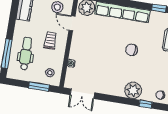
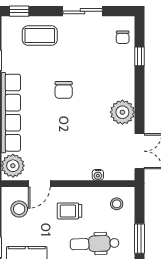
window: (39, 87) -> (140, 239), moved
plant: (133, 90) -> (122, 112), moved

